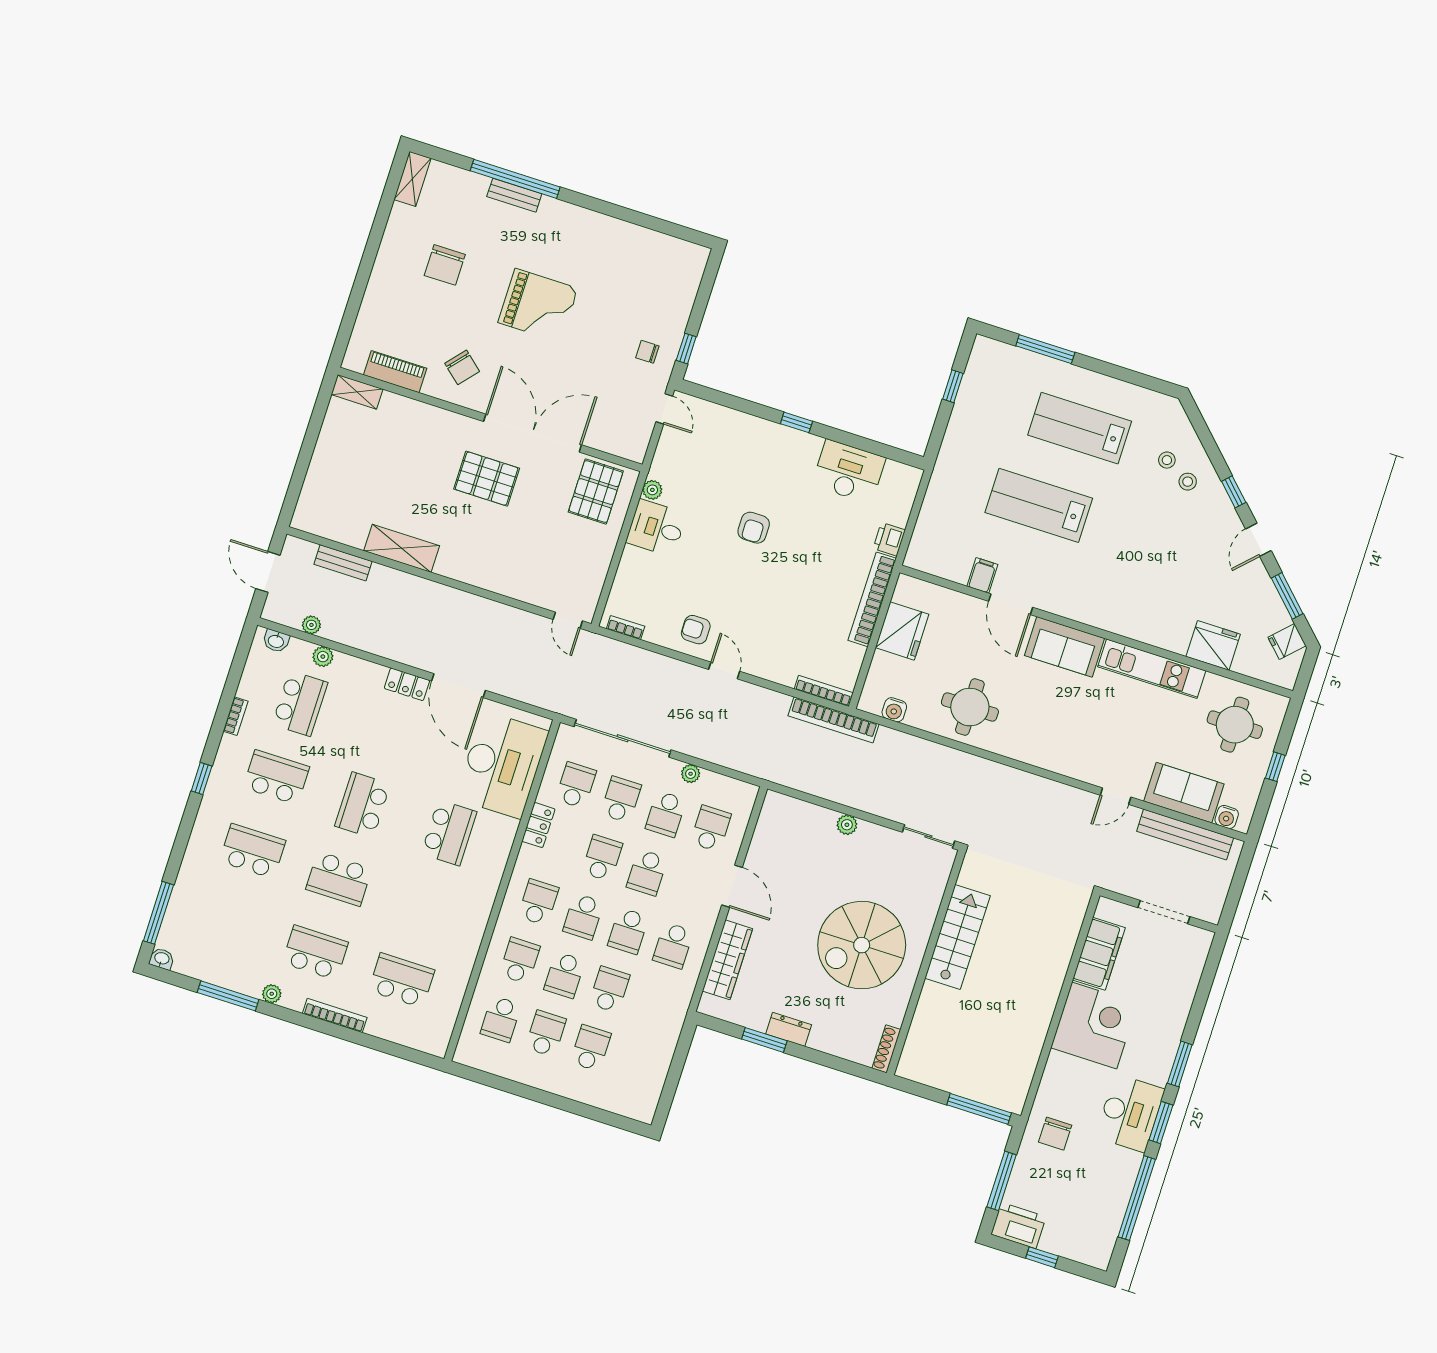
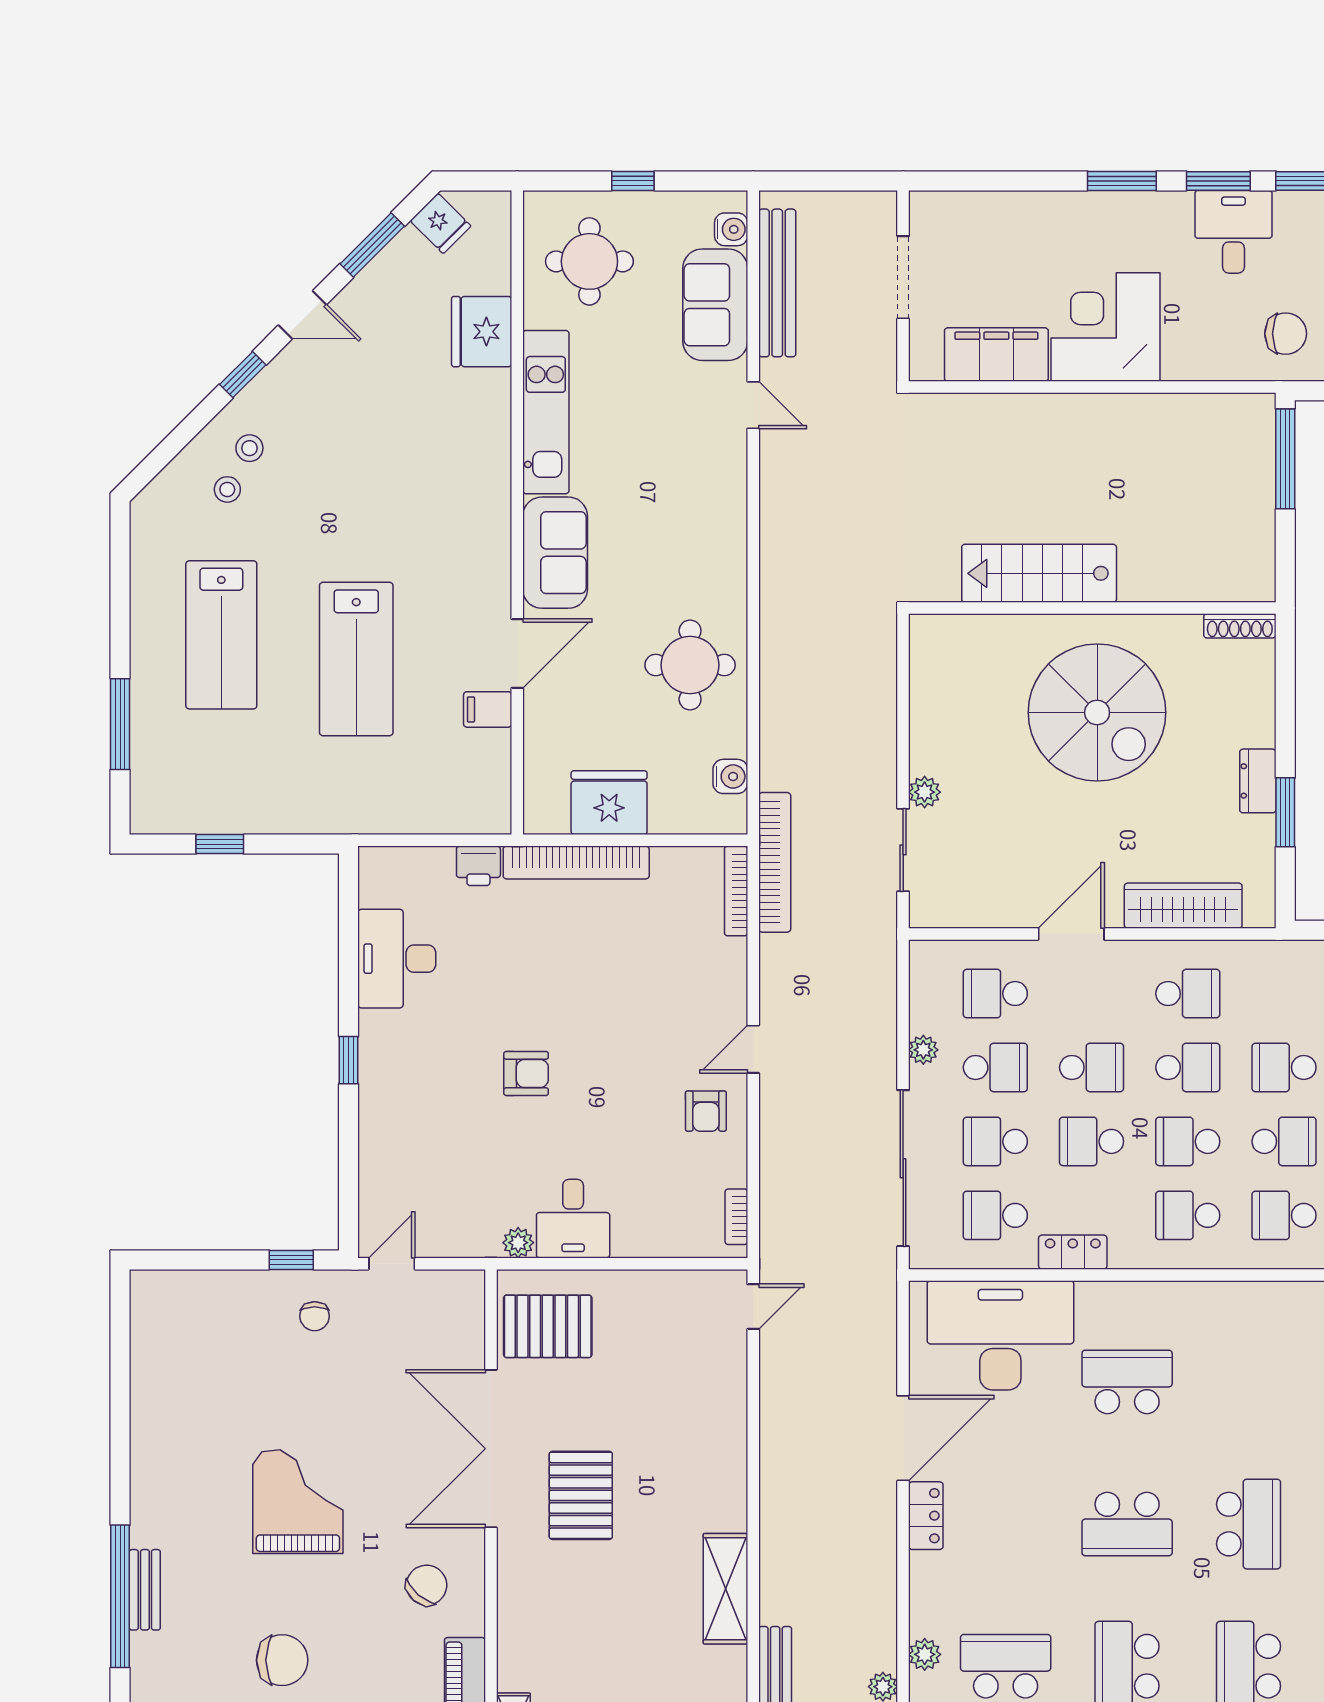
sliding door: (928, 837) -> (903, 850), moved
school desk: (583, 917) -> (1188, 1141), turned 180
desk: (1130, 1113) -> (1233, 232), width x0.73

